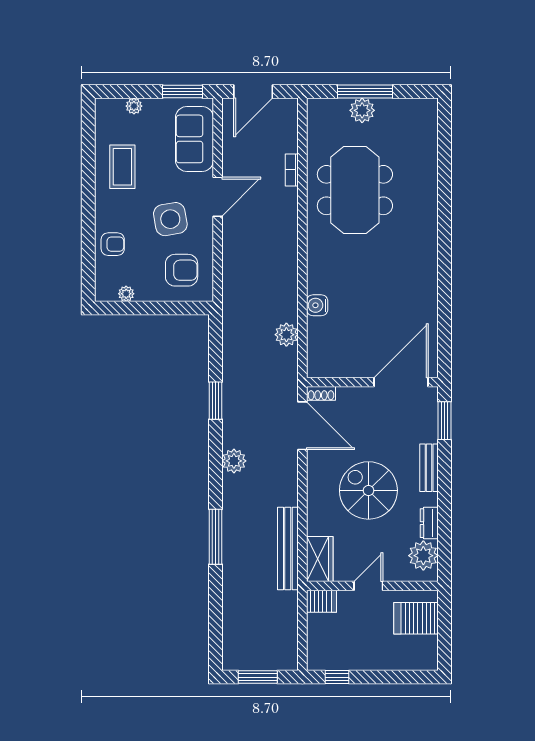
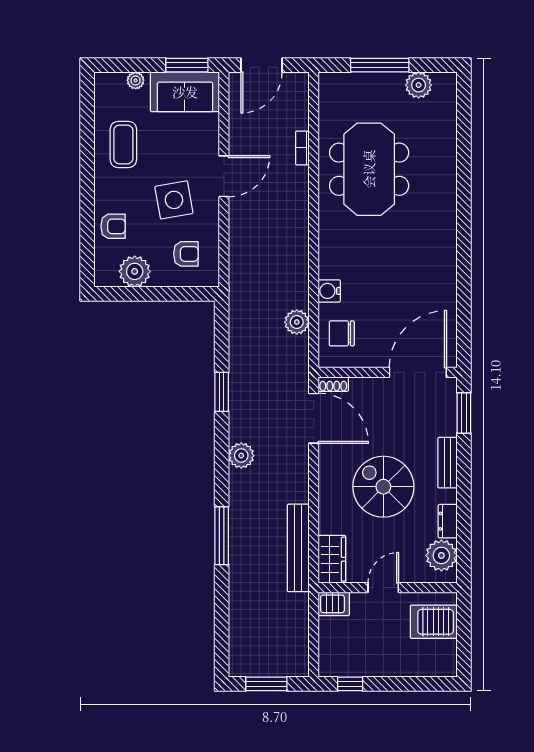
plant: (362, 110) -> (419, 85), moved
sofa: (194, 139) -> (185, 92), moved, turned -90
armchair: (182, 270) -> (186, 254), width x0.72, depth x0.72
plant: (126, 294) -> (135, 271), width x1.88, depth x1.88
chair: (329, 345) -> (342, 333), added

